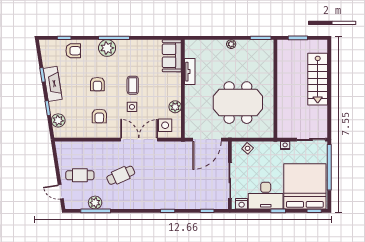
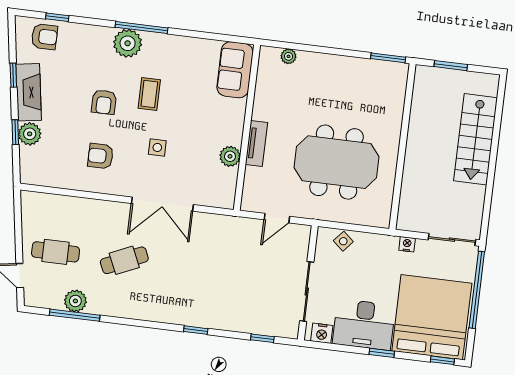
plant: (231, 44) -> (289, 56), moved
armchair: (73, 51) -> (44, 37), moved
tv unit: (190, 72) -> (257, 143), moved
coffee table: (133, 85) -> (149, 94), moved
armchair: (99, 116) -> (101, 156), turned 89
plant: (58, 120) -> (30, 134), moved
side table: (165, 125) -> (209, 185), removed
double door: (139, 140) -> (162, 204), swing flipped
door: (207, 140) -> (277, 218), width x0.53

